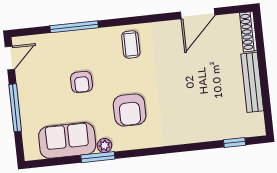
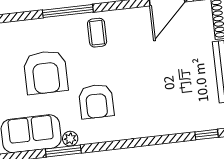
window: (74, 27) -> (68, 11), moved
armchair: (82, 82) -> (46, 72), width x1.88, depth x1.88

